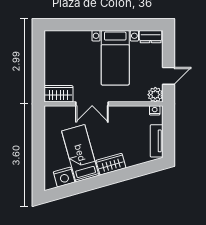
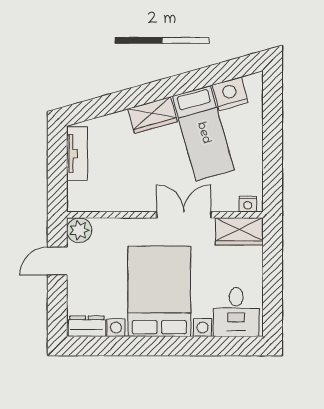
desk: (60, 45) -> (236, 312), added
bed with nightstands: (115, 58) -> (159, 291), width x1.36
nightstand: (155, 110) -> (248, 204), moved

